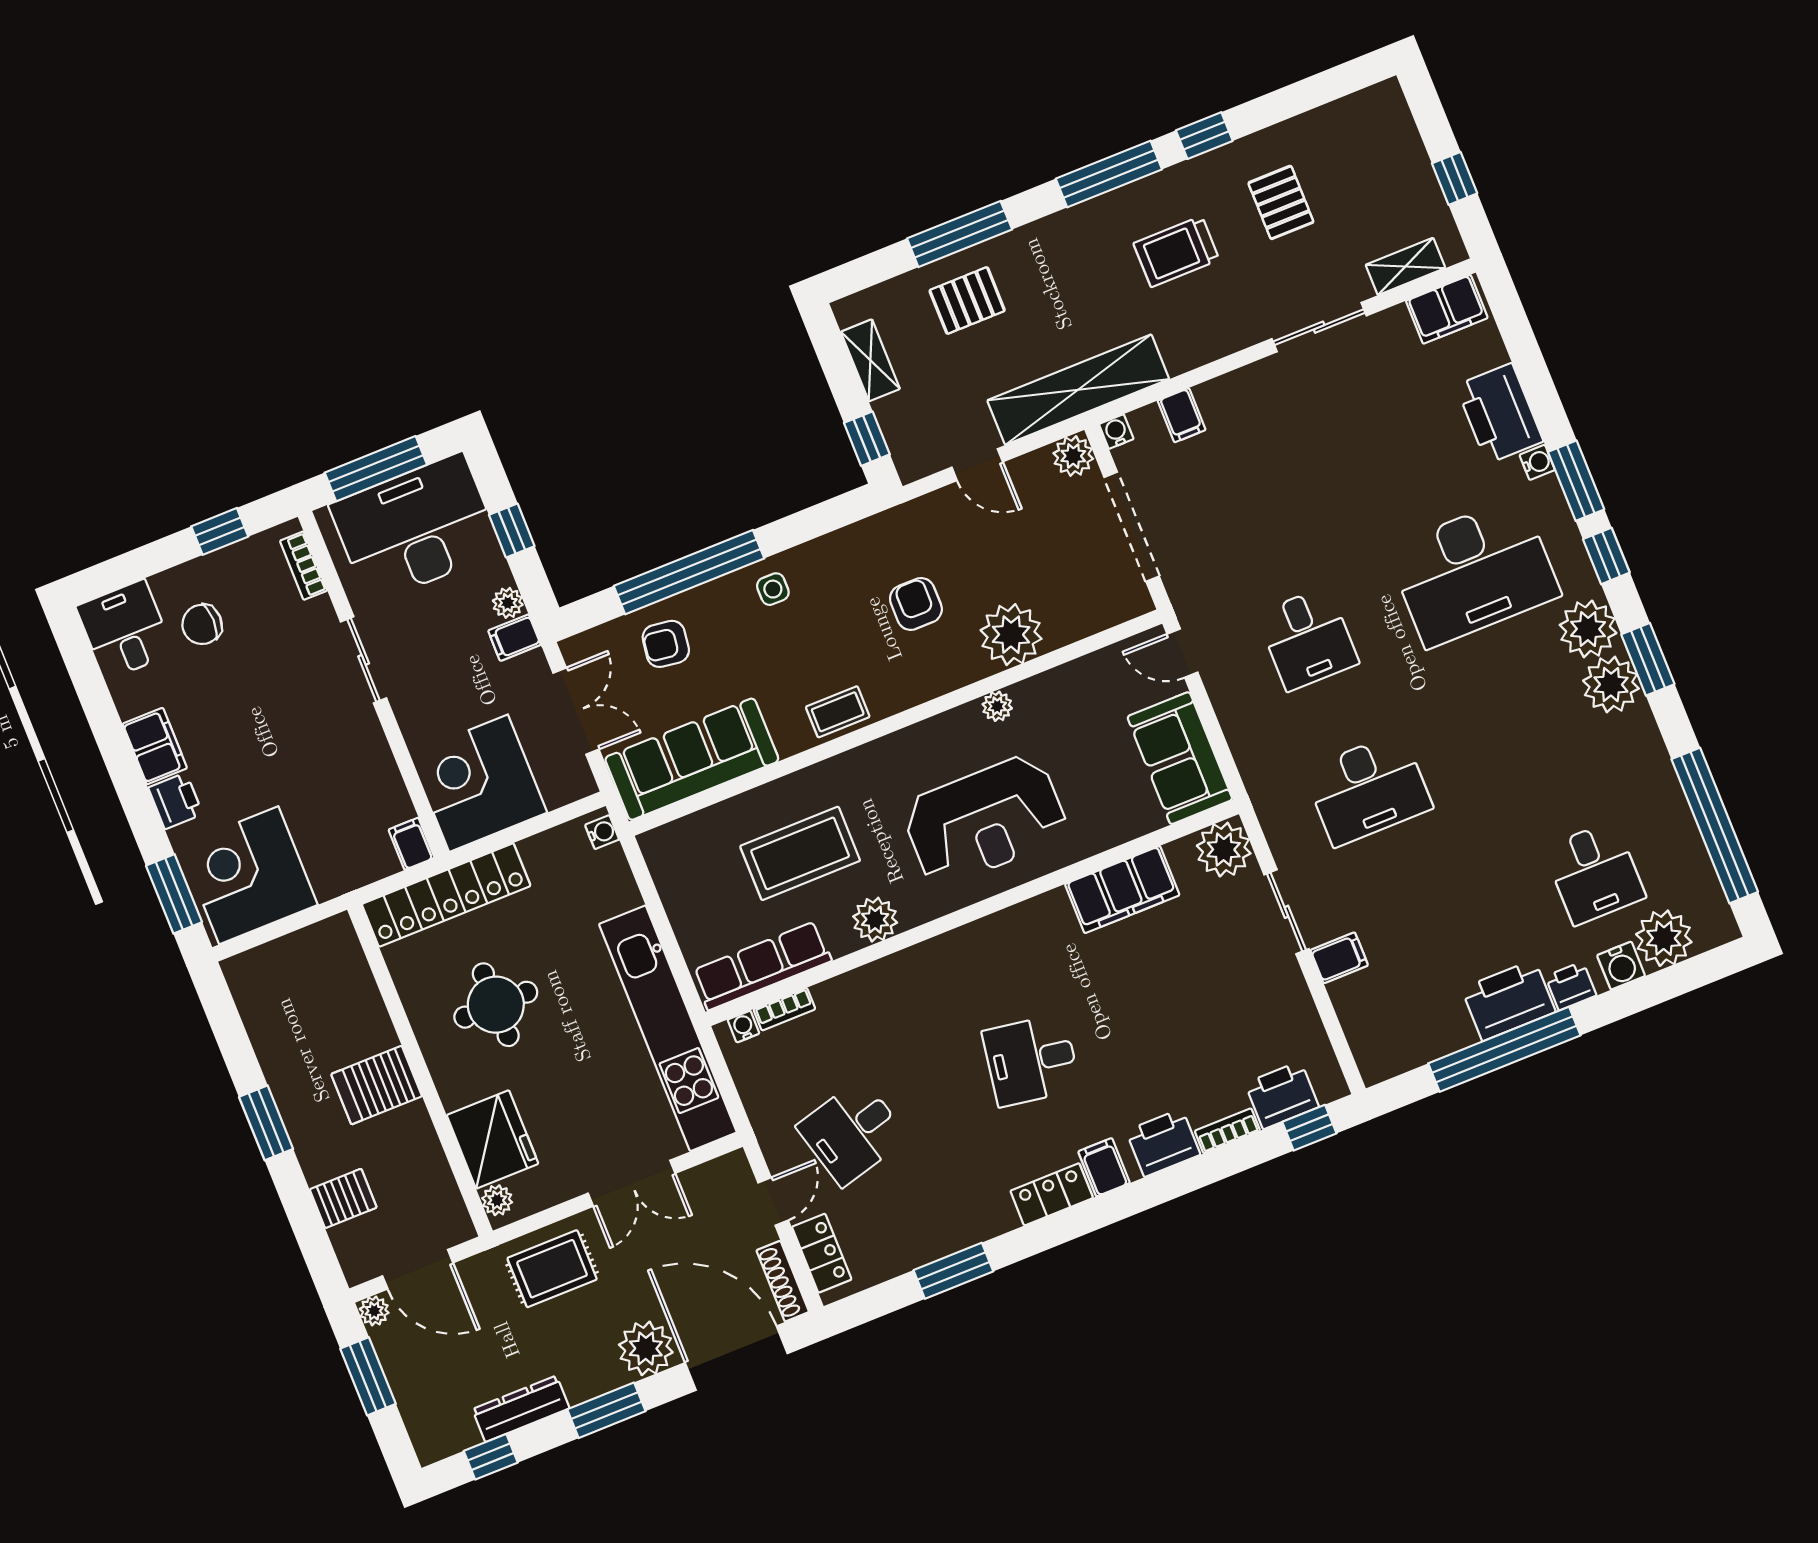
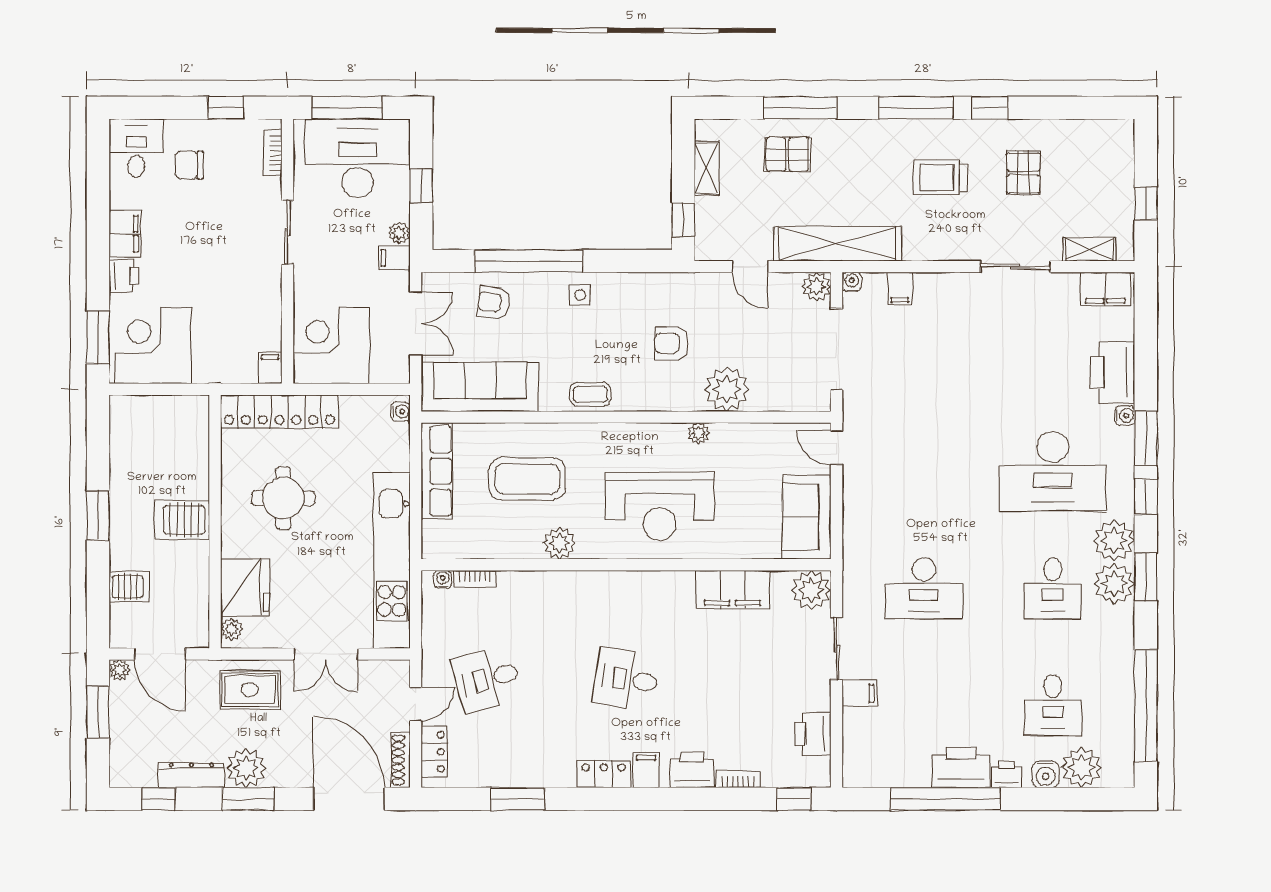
armchair: (916, 604) -> (672, 343), turned -90
desk: (1308, 639) -> (1053, 588), moved
row of seats: (762, 966) -> (437, 471), moved, turned 90
printer: (1282, 1095) -> (813, 734), moved, turned -90
plant: (646, 1348) -> (246, 768), moved

